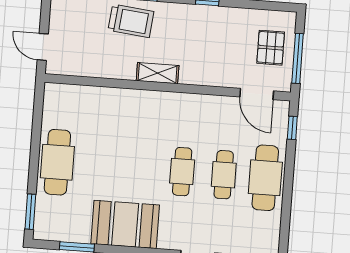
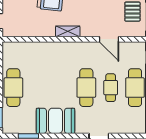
door: (257, 94) -> (109, 39), moved
cafe table: (182, 172) -> (86, 88), width x1.37, depth x1.35

